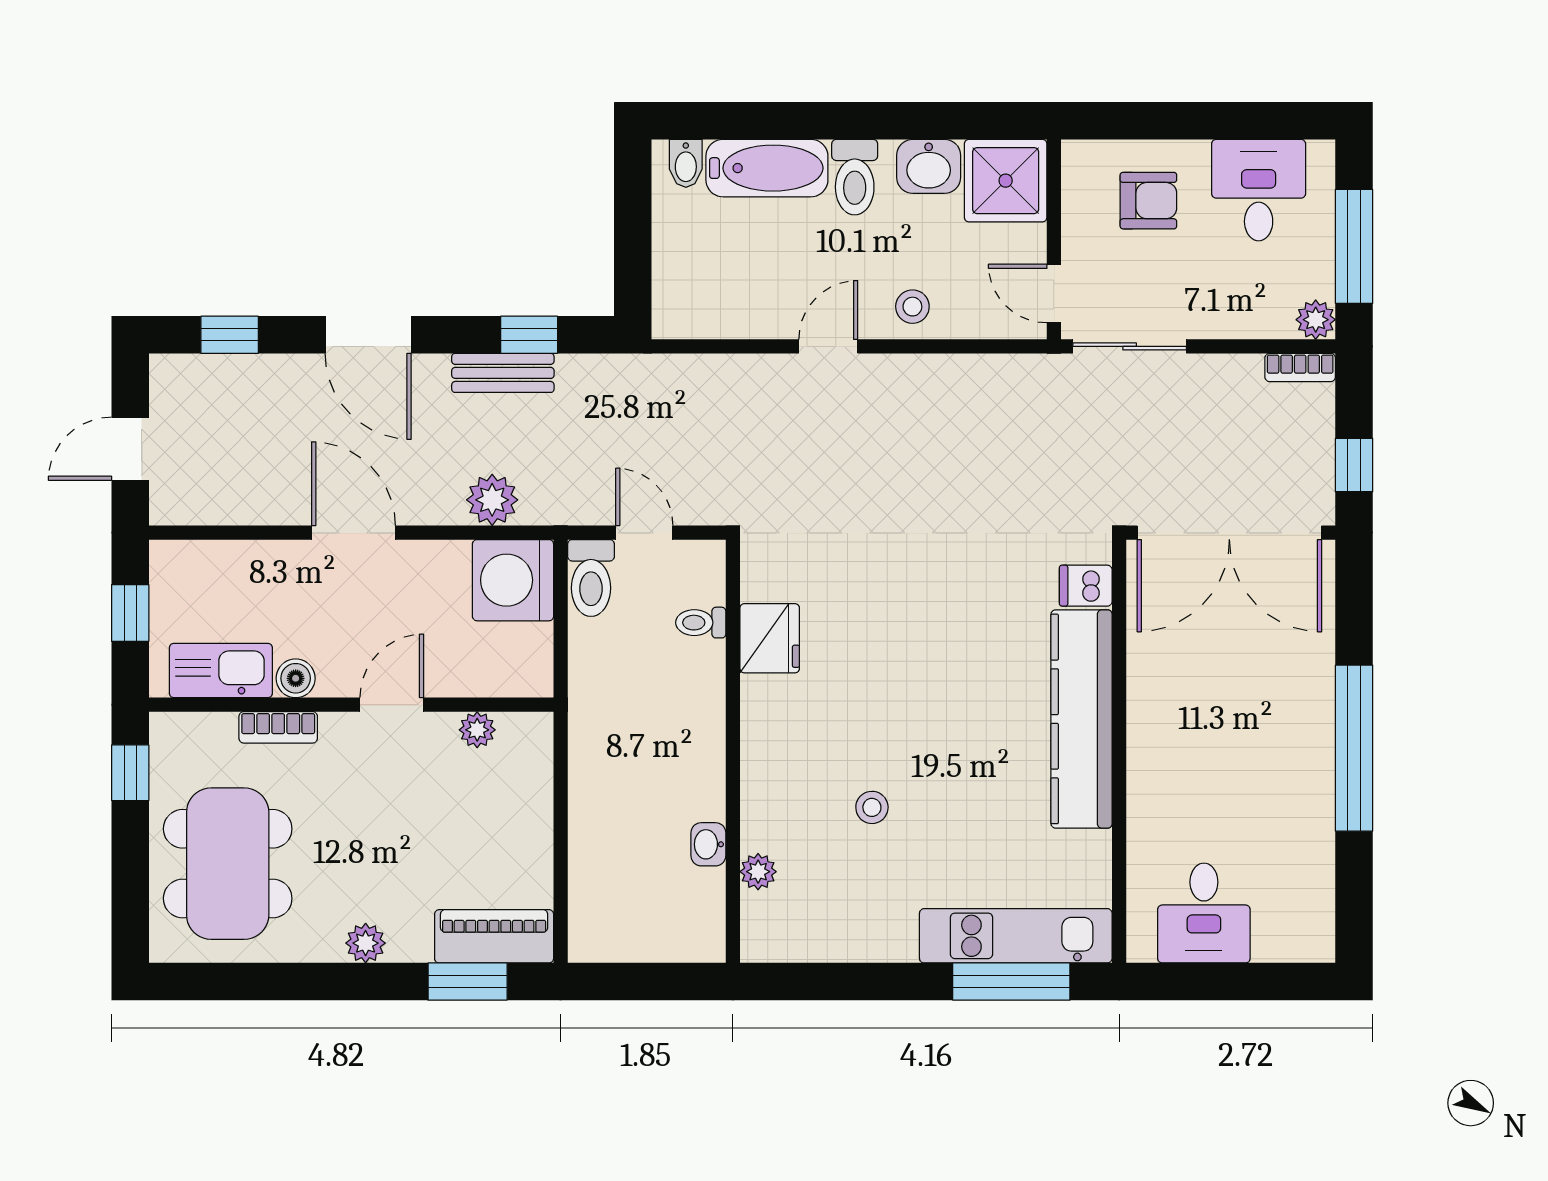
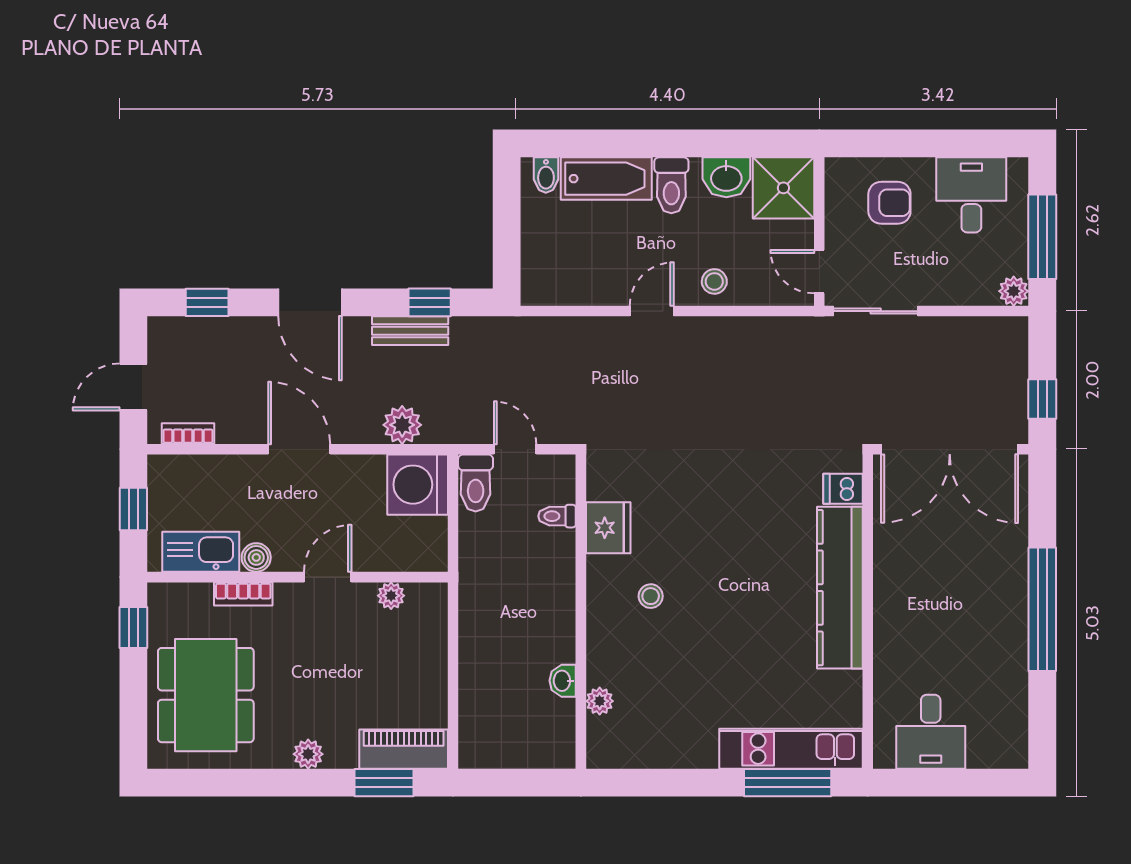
bookcase: (1300, 367) -> (188, 434), moved, turned 180
stool: (872, 807) -> (651, 596), moved

